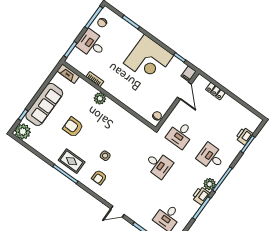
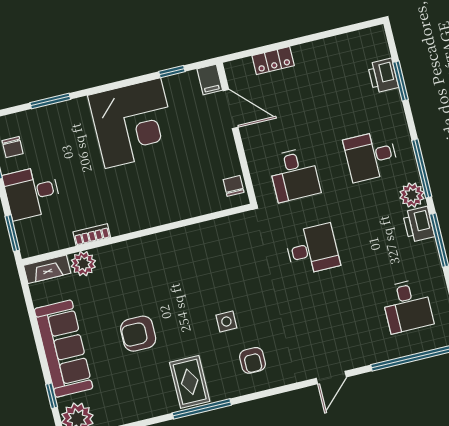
plant: (100, 98) -> (83, 264), moved
rug: (72, 161) -> (190, 382), turned 90

